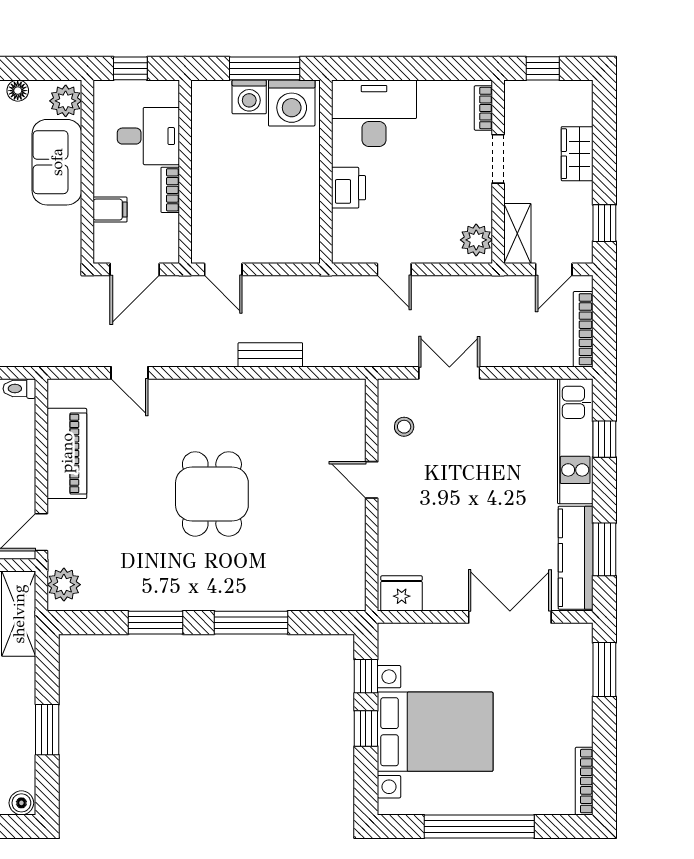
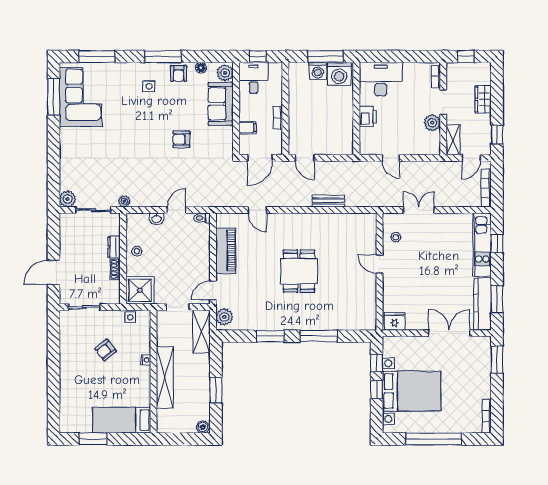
desk: (148, 136) -> (254, 78), moved, turned -90
plant: (476, 240) -> (432, 123), moved

